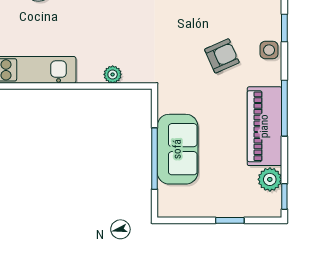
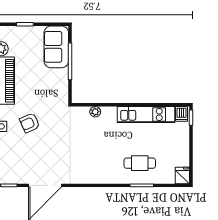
sofa: (177, 149) -> (56, 47), moved

